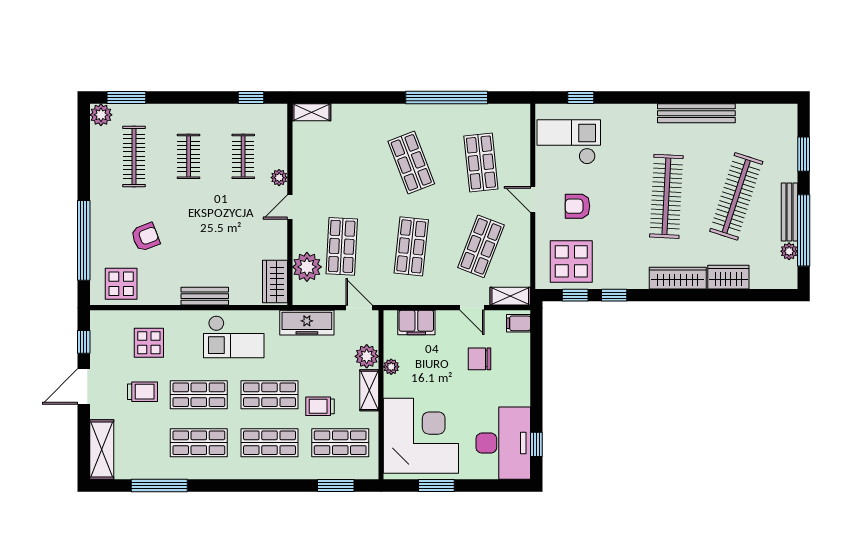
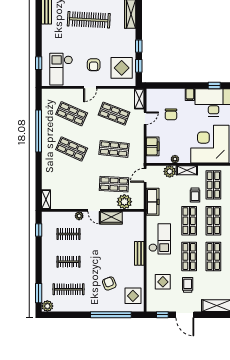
shop shelf: (411, 163) -> (72, 149), turned 45
shop shelf: (481, 163) -> (72, 114), turned 30
wardrobe: (275, 281) -> (111, 218), moved
filing cabinet: (518, 323) -> (190, 95), moved

